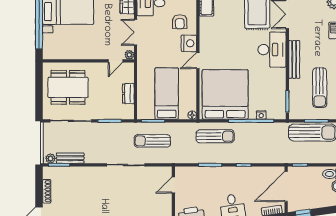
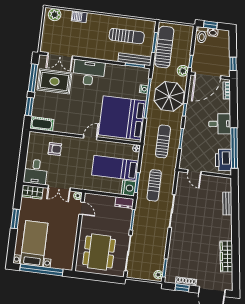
nightstand: (189, 43) -> (128, 188), moved, turned 90
bench: (294, 59) -> (135, 59), moved
door: (198, 61) -> (90, 138), swing flipped
dresser: (128, 94) -> (124, 203), moved
sun lounger: (215, 136) -> (163, 141), moved
parasol: (257, 145) -> (169, 96), added
plant: (288, 157) -> (183, 71), added
bench: (70, 158) -> (160, 258), removed
door: (286, 186) -> (208, 76), hinge flipped
window: (39, 188) -> (182, 288), added

